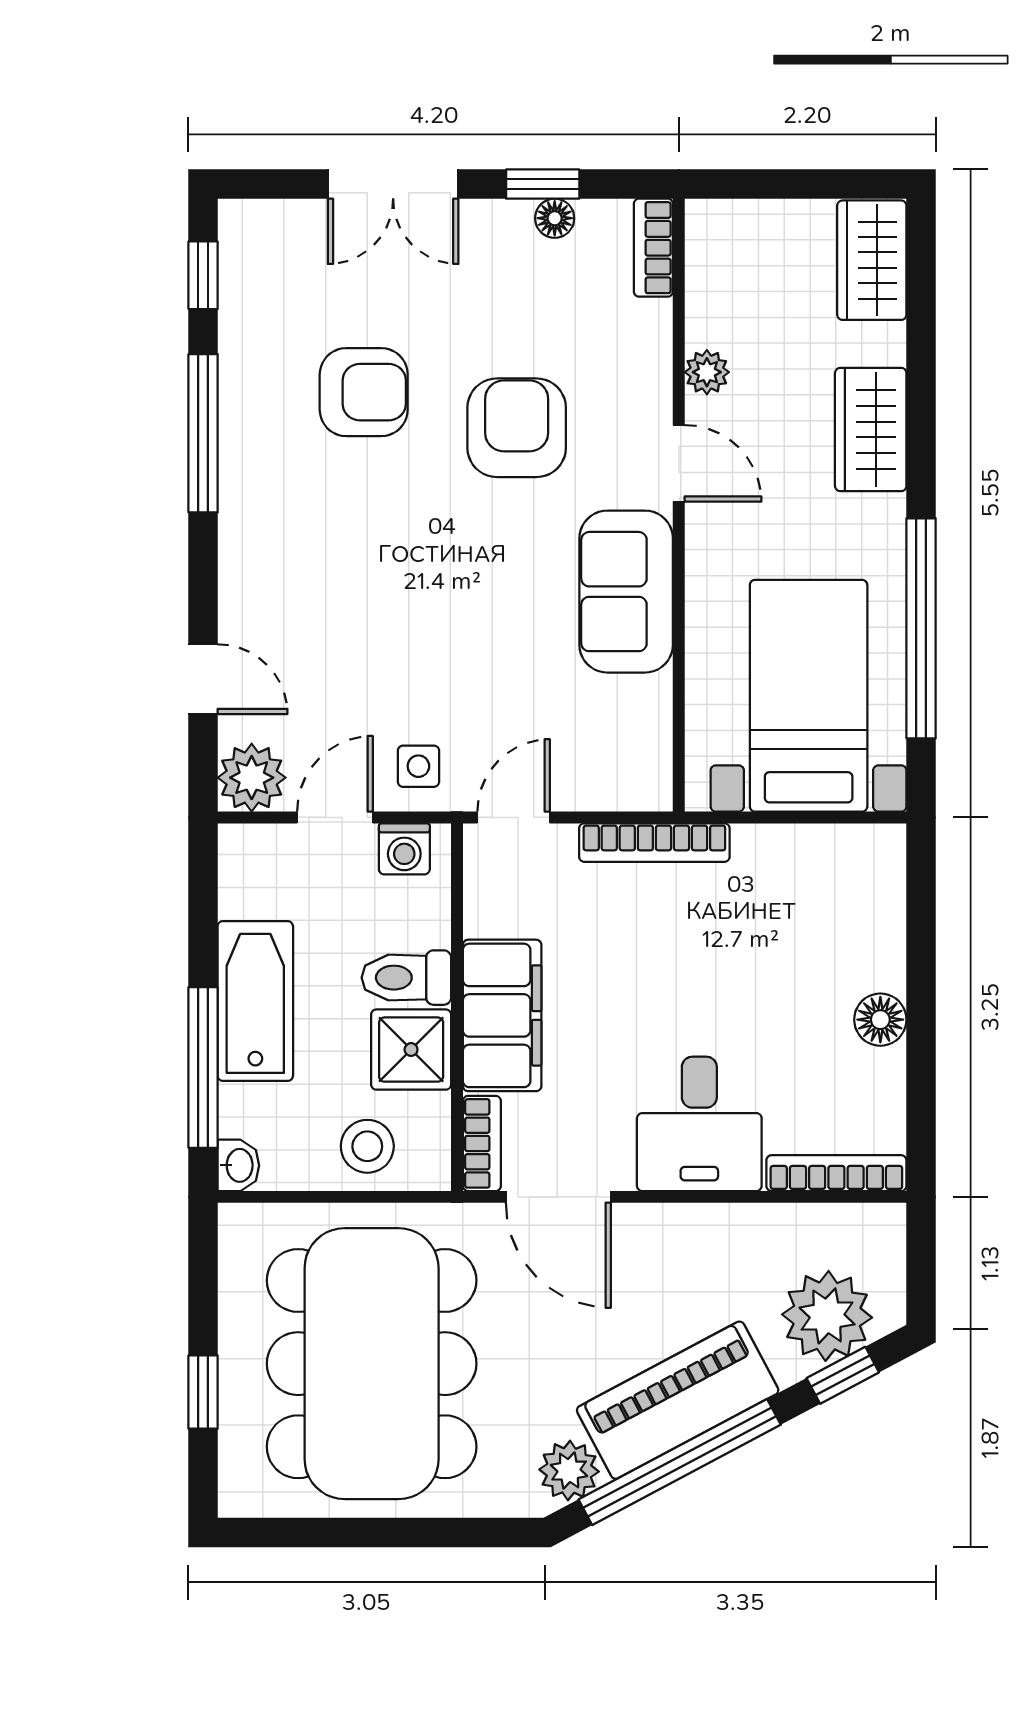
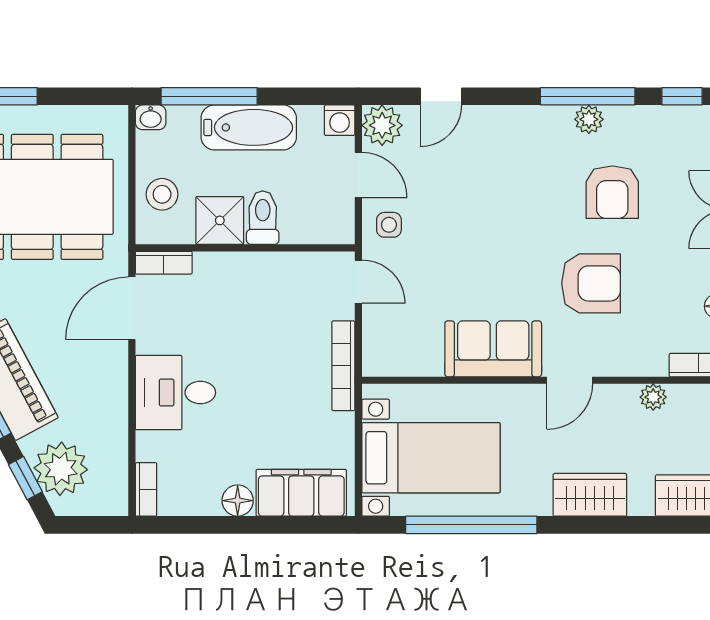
plant: (707, 372) -> (653, 397), moved
plant: (242, 431) -> (589, 119), added
washing machine: (404, 849) -> (340, 120), moved, turned -90
filing cabinet: (502, 1015) -> (301, 493), moved, turned 180
bookcase: (836, 1173) -> (146, 489), width x0.64

